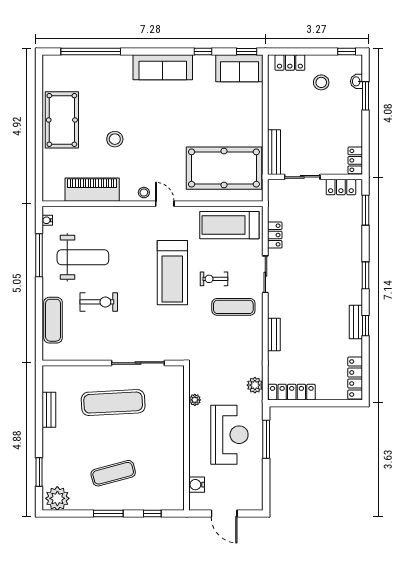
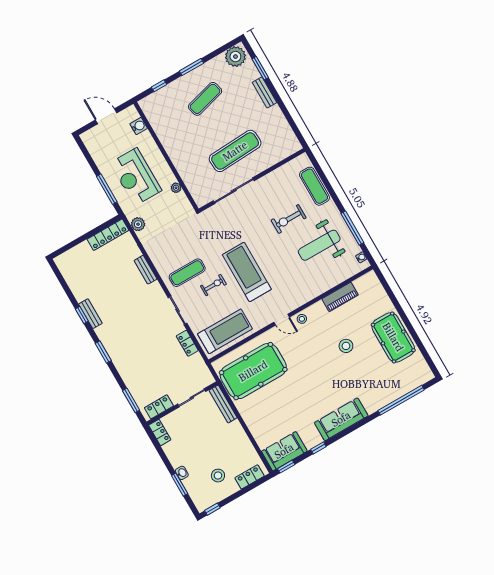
washbasin: (356, 81) -> (182, 473), moved
piano: (92, 190) -> (340, 297), width x0.73, depth x0.75
locker: (355, 378) -> (67, 272), removed
bench: (49, 410) -> (264, 93), moved

